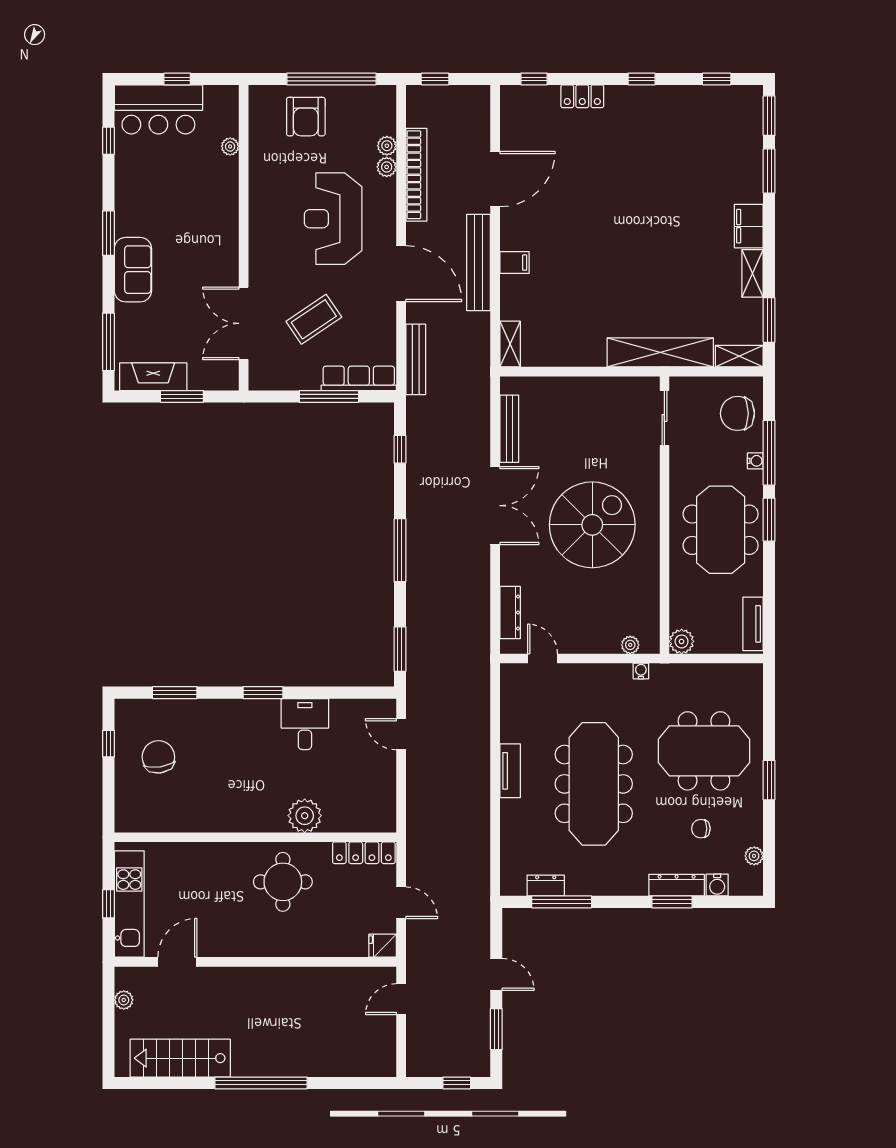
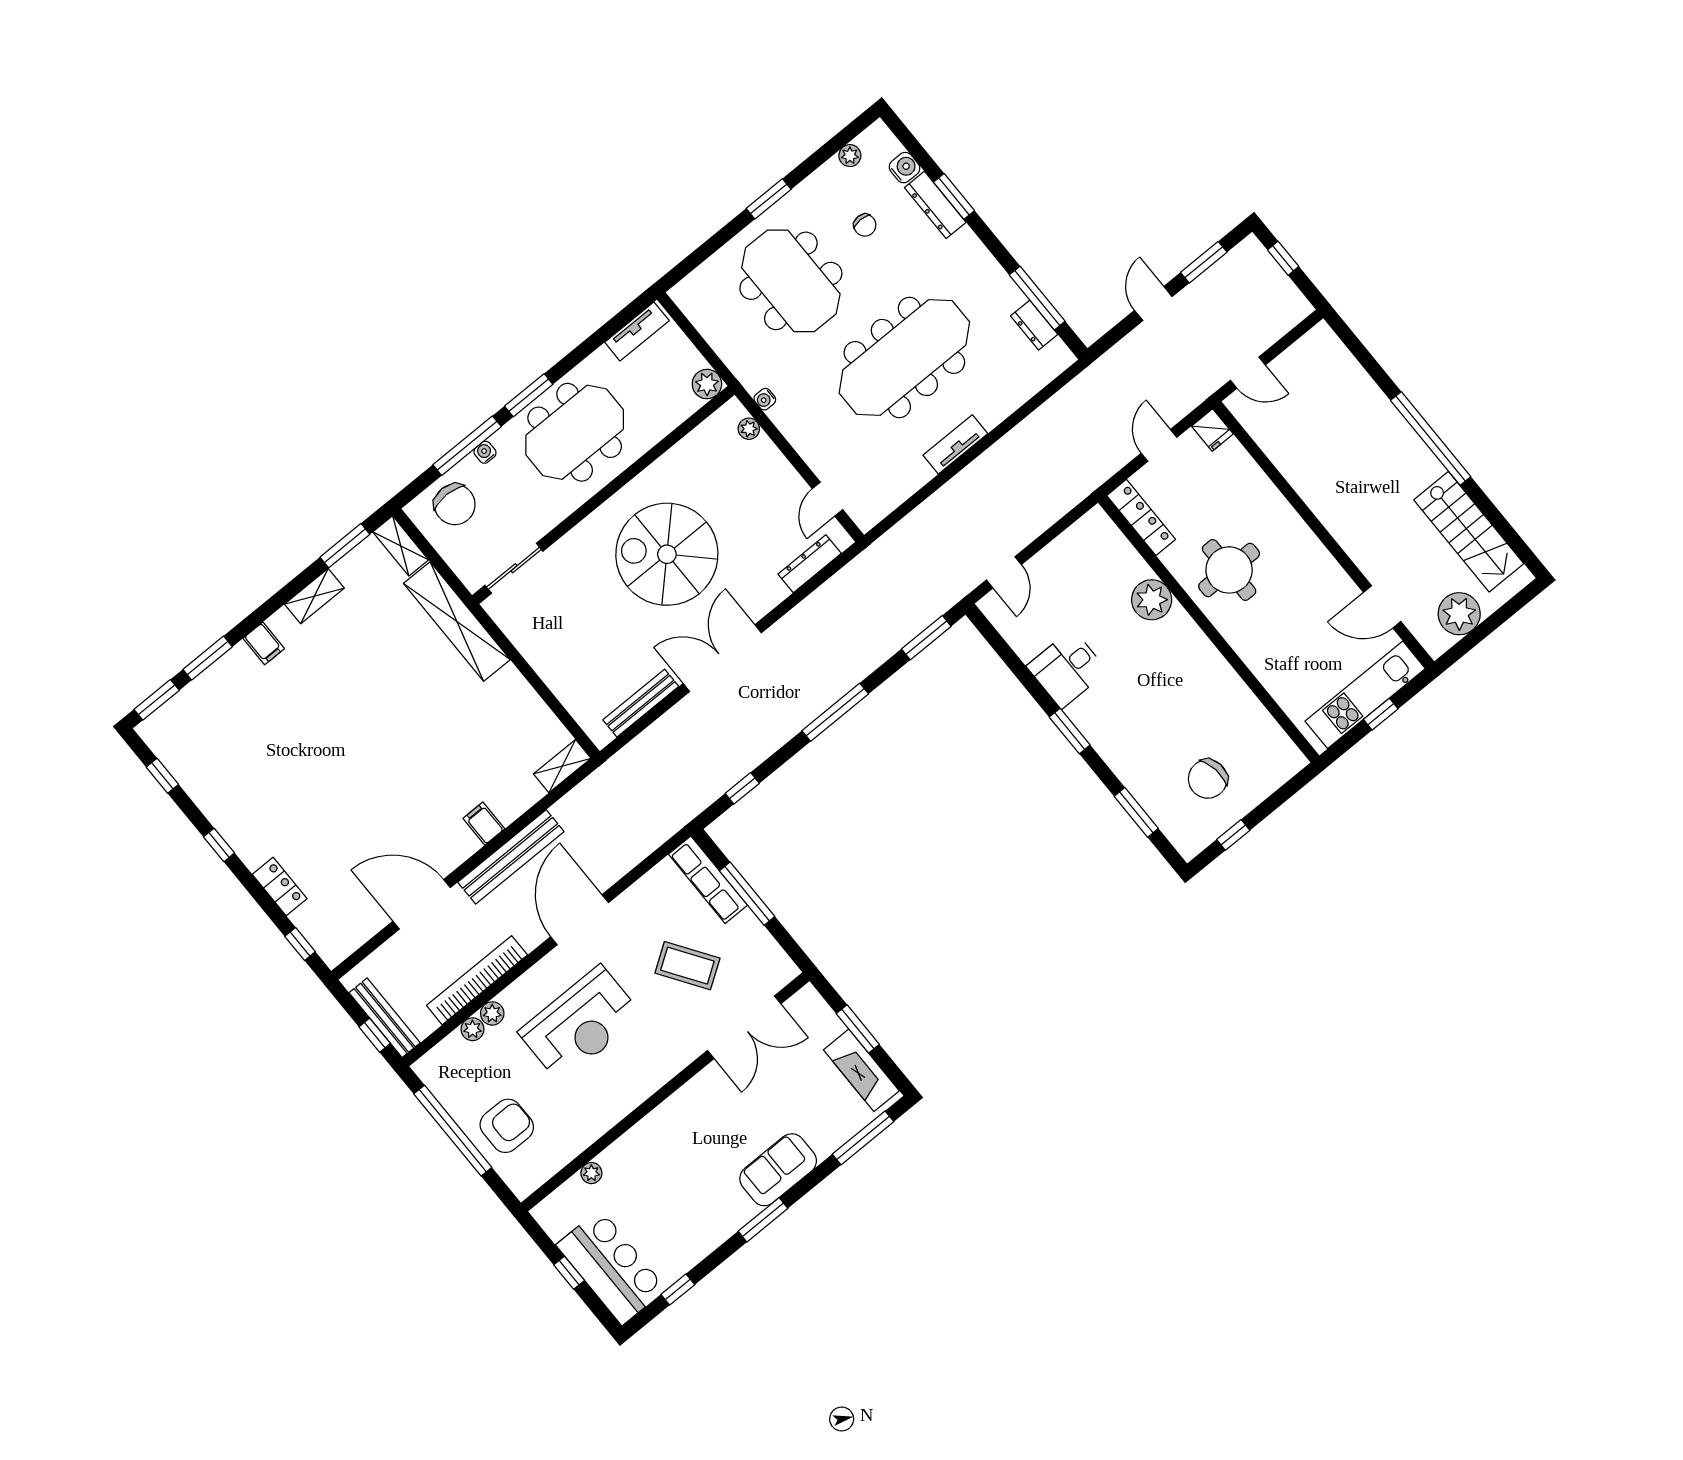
filing cabinet: (749, 226) -> (264, 643), width x0.50
bench: (416, 359) -> (385, 1018), moved, turned 90
plant: (124, 1000) -> (1459, 614), width x1.88, depth x1.88

